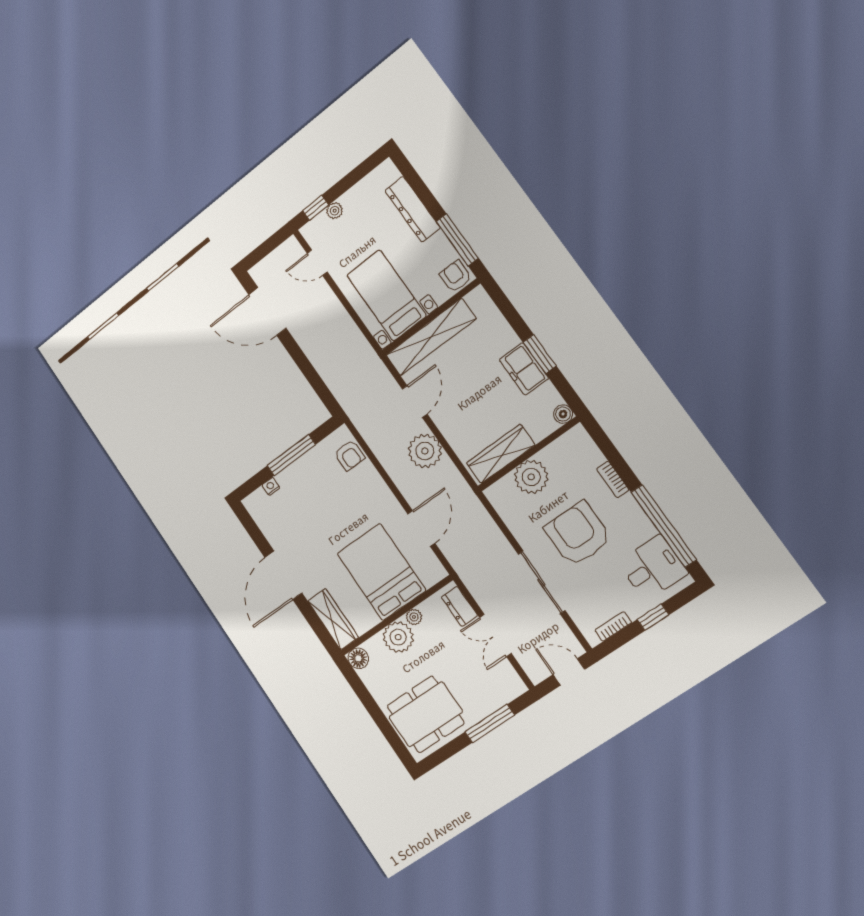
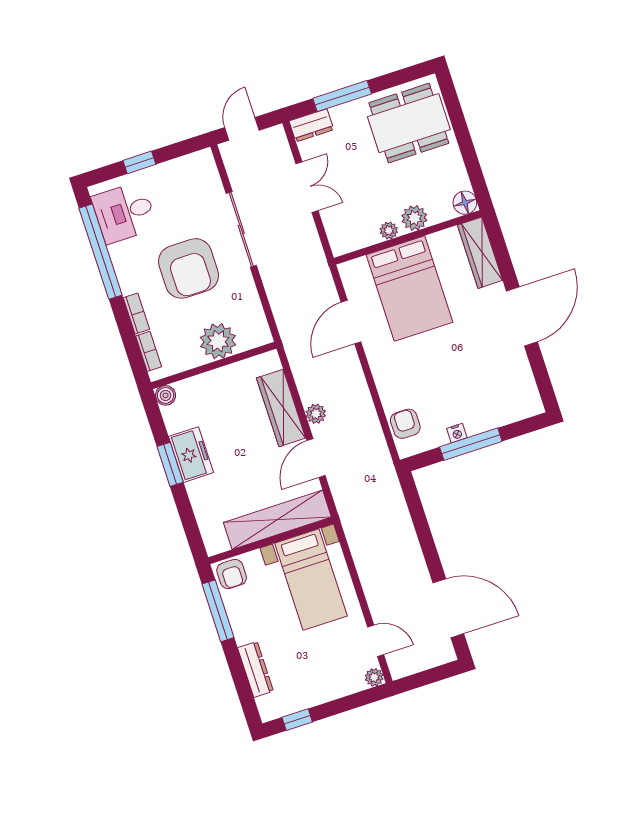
window: (316, 208) -> (297, 720), moved
dresser: (413, 209) -> (255, 669), width x0.73, depth x0.80
plant: (335, 211) -> (374, 677), moved
plant: (425, 451) -> (316, 414), width x0.53, depth x0.53
wardrobe: (501, 454) -> (281, 408), moved, turned 90
nightstand: (271, 486) -> (457, 433), moved
dresser: (459, 606) -> (311, 125), moved, turned 90
bookcase: (613, 626) -> (149, 351), moved, turned -90
plant: (398, 637) -> (414, 218), width x0.73, depth x0.73
door: (569, 672) -> (242, 129), swing flipped

